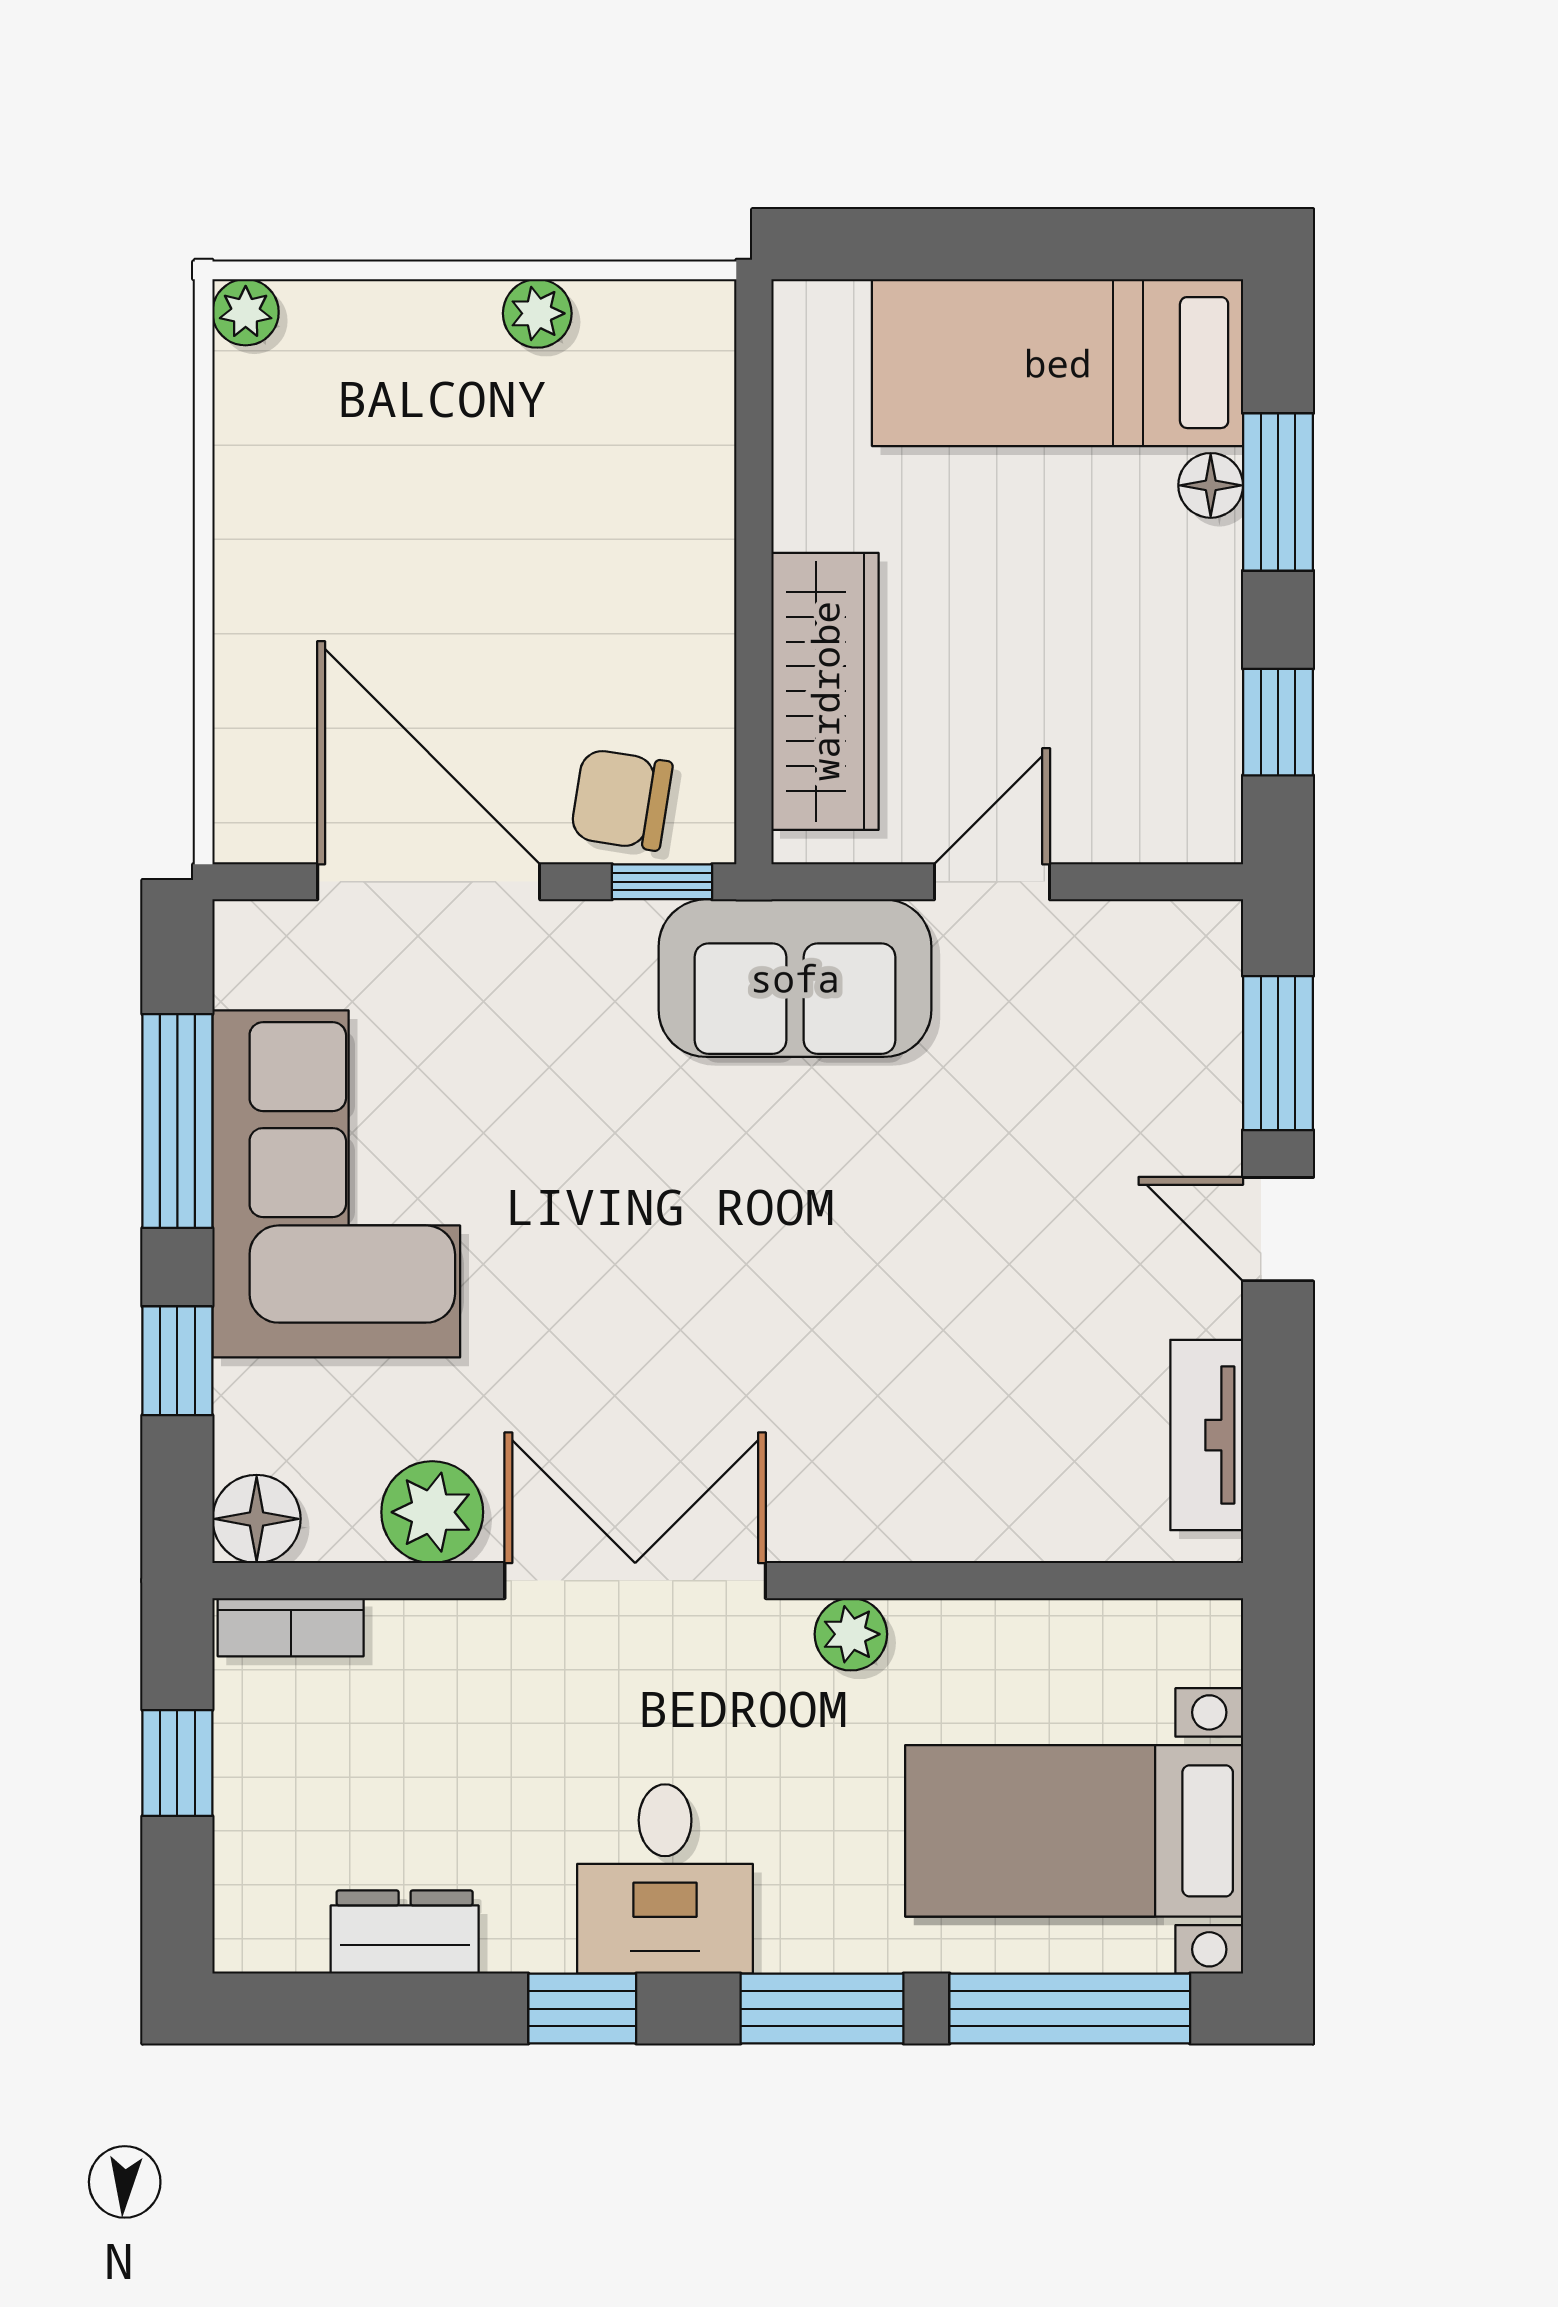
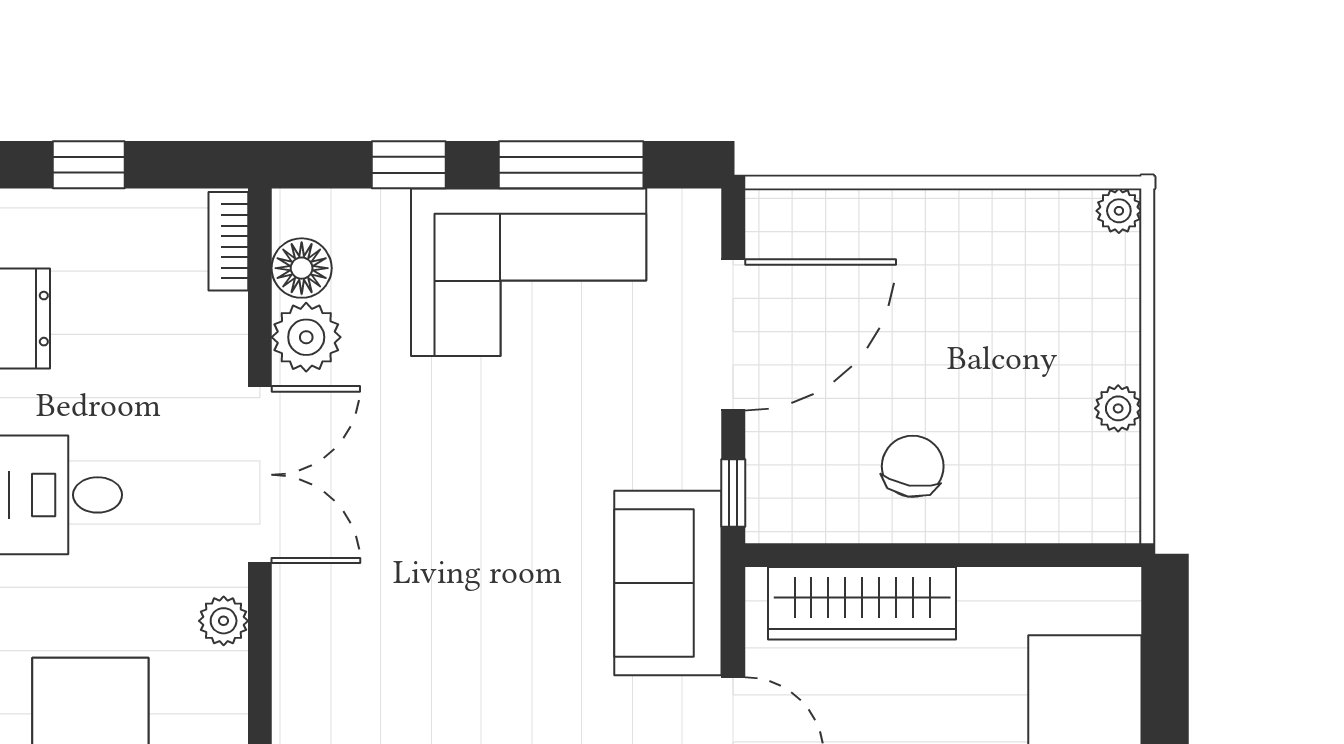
chair: (622, 800) -> (913, 466), moved
floor lamp: (257, 1519) -> (302, 268), moved
window: (177, 1763) -> (89, 165), moved

